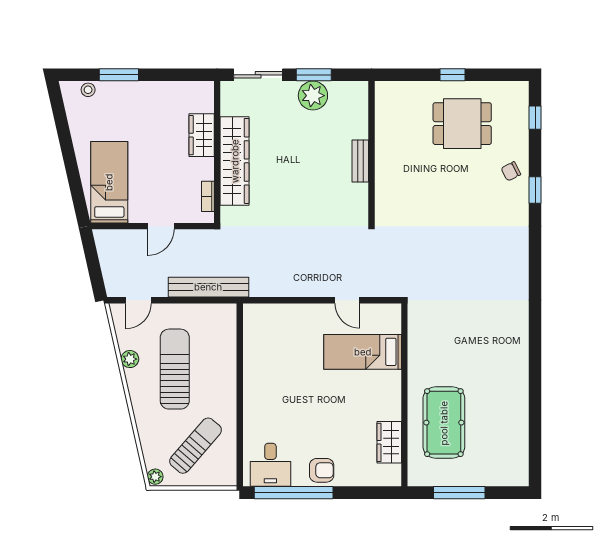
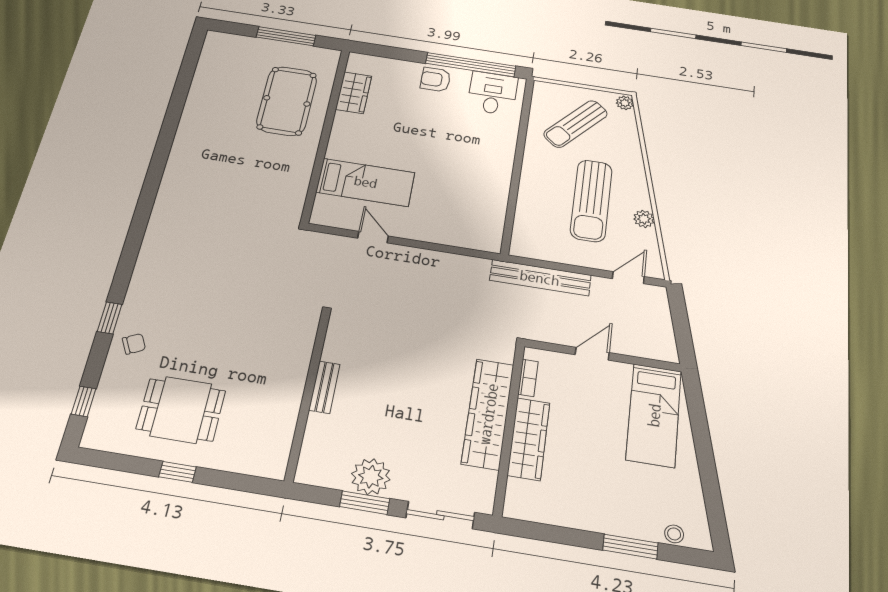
wardrobe: (202, 135) -> (529, 439), width x1.50

